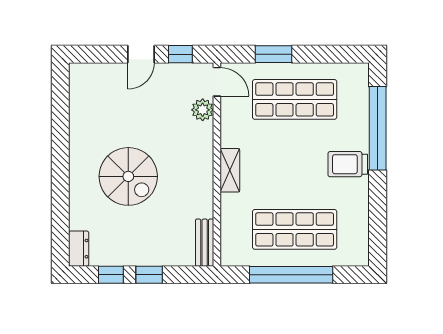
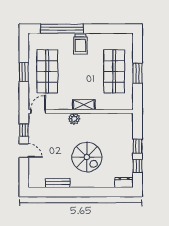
window: (273, 54) -> (24, 72), moved
plant: (203, 110) -> (74, 119), moved
spiral stairs: (128, 176) -> (87, 157), turned 90
bench: (205, 243) -> (58, 183), moved
window: (291, 275) -> (137, 73), width x0.47

